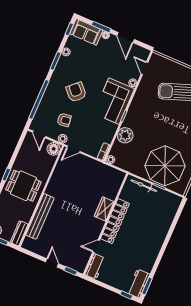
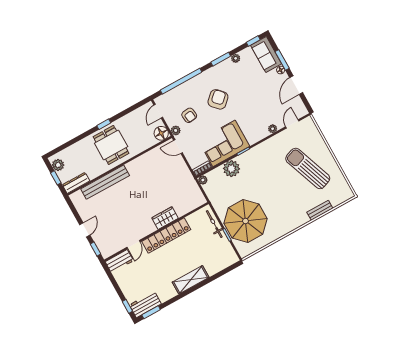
corner sofa: (114, 101) -> (224, 143), moved
shelving: (158, 240) -> (191, 280), added
door: (96, 246) -> (134, 245), swing flipped

